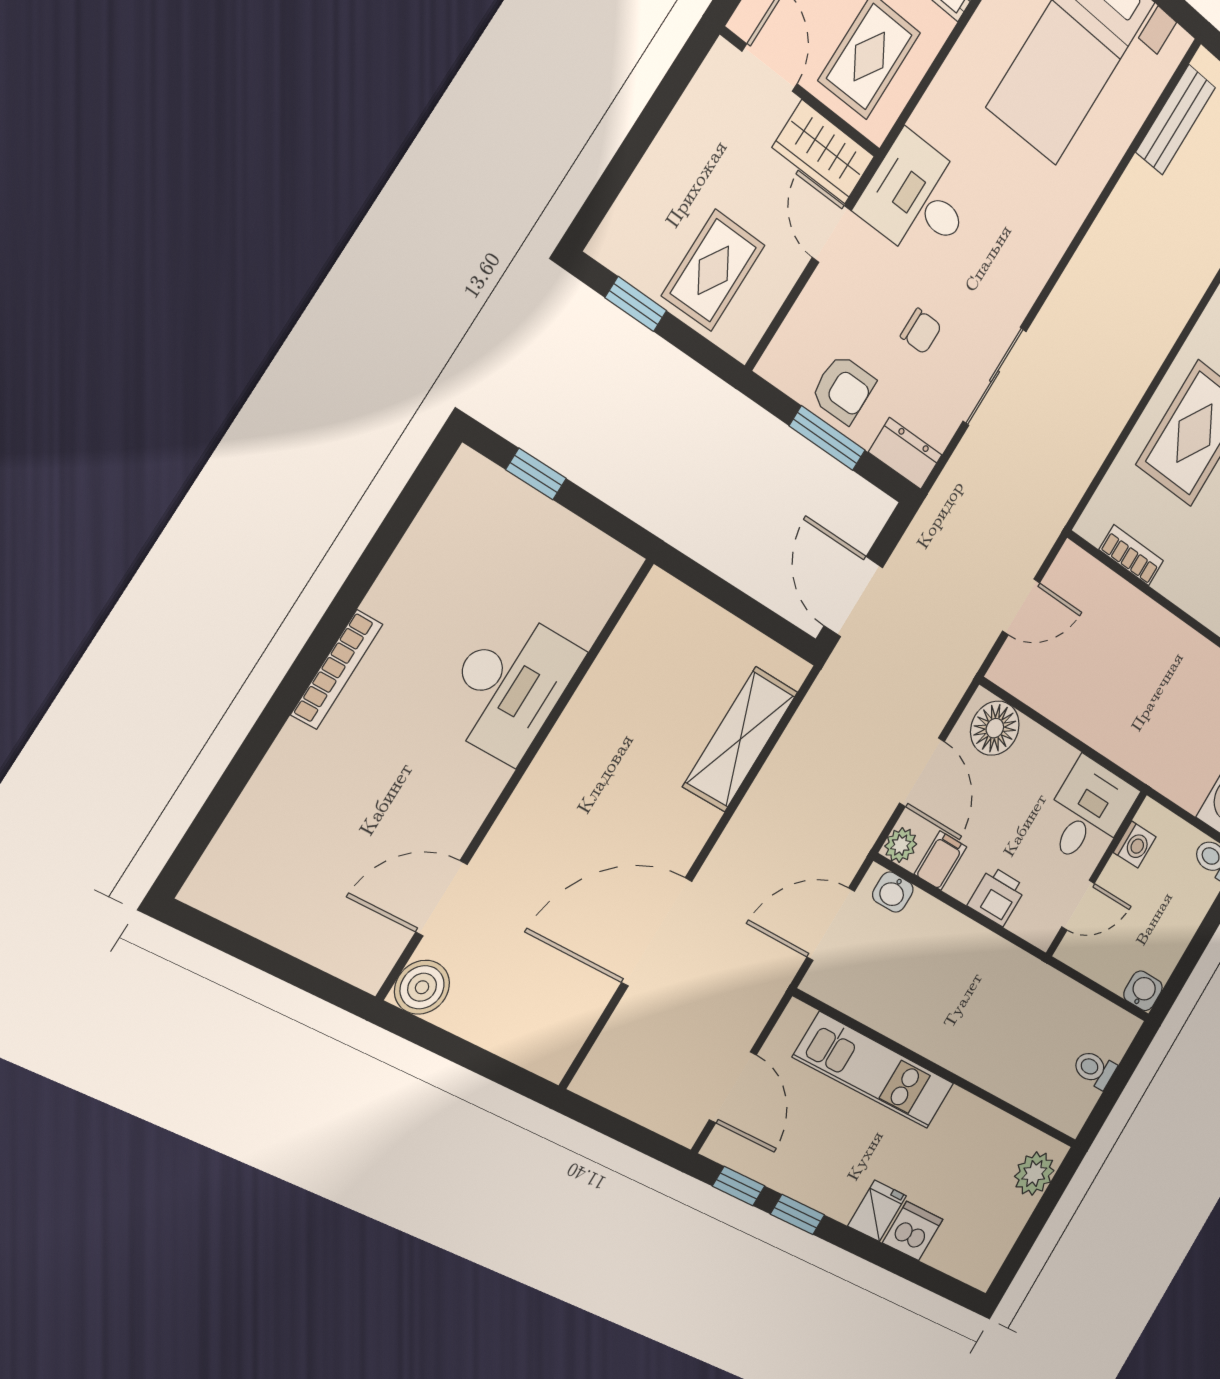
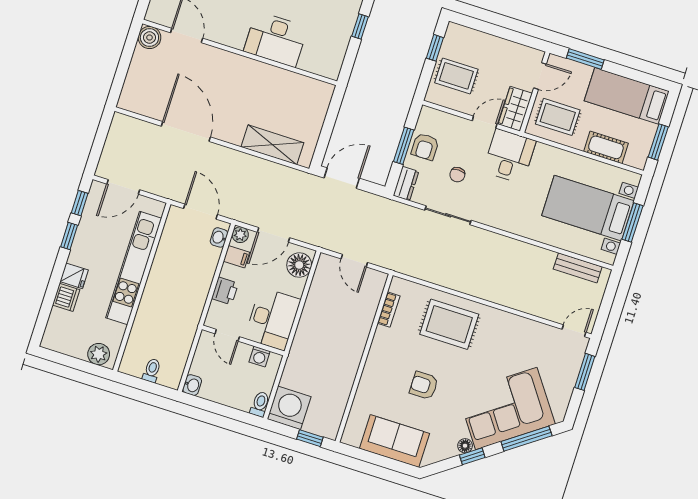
desk: (1088, 812) -> (272, 319), width x1.37
kitchen unit: (874, 1070) -> (134, 268), width x1.36

